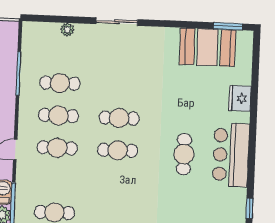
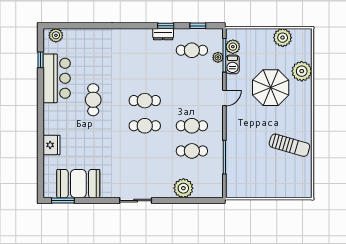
sliding door: (117, 22) -> (136, 201), moved
plant: (67, 30) -> (183, 188), width x1.88, depth x1.88
cafe table: (57, 148) -> (192, 101), removed
bar counter: (231, 155) -> (57, 78), moved
plant: (21, 202) -> (218, 57), added

